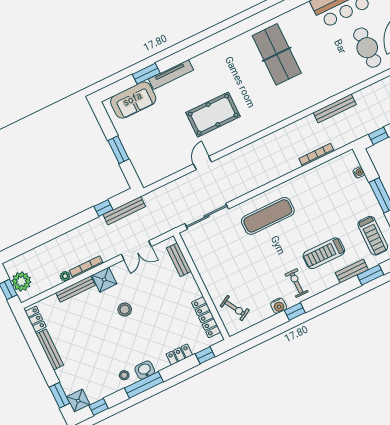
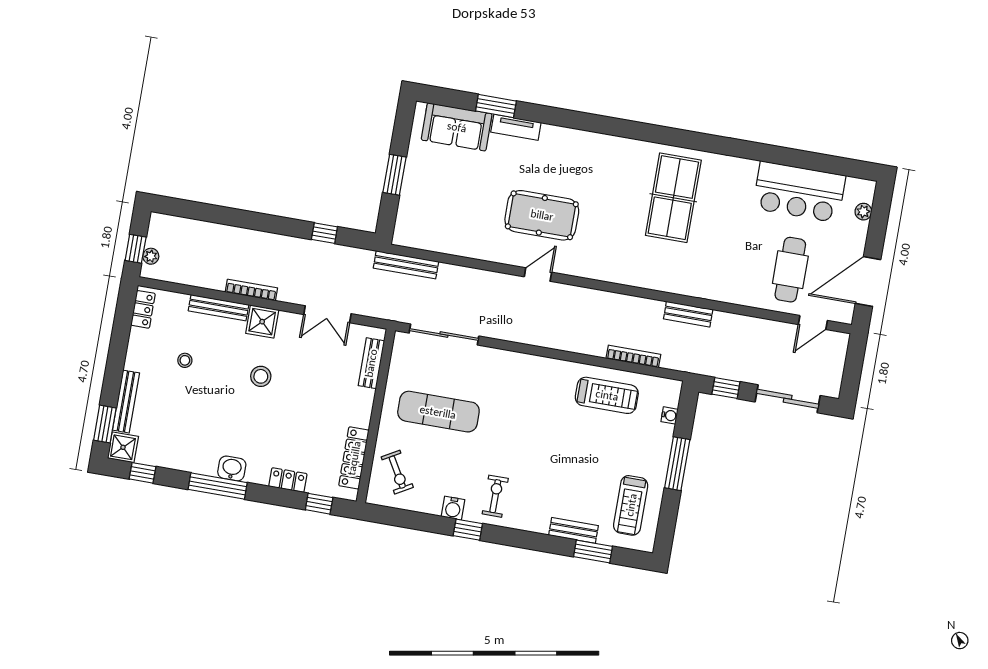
tv unit: (171, 75) -> (516, 127), width x0.71
bench: (335, 108) -> (688, 314), width x0.73
door: (203, 163) -> (538, 275), moved
bench: (124, 211) -> (406, 265), moved
exercise mat: (268, 216) -> (438, 412), moved
treadmill: (324, 253) -> (607, 395), moved, turned 180
plant: (65, 276) -> (217, 283), removed
plant: (21, 281) -> (151, 256), width x0.53, depth x0.53
bench: (50, 350) -> (126, 402), moved
stool: (124, 375) -> (185, 360), moved

